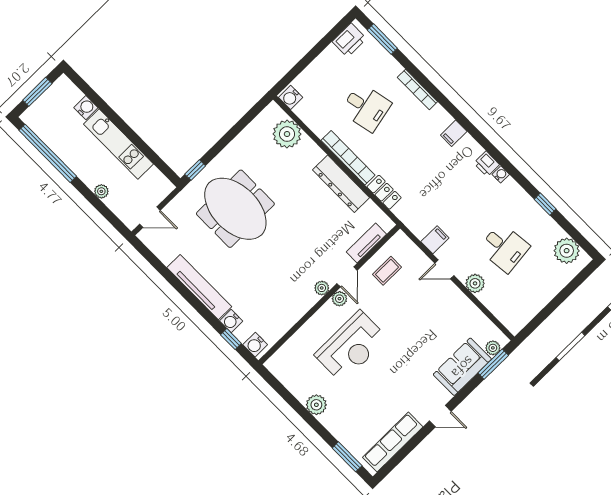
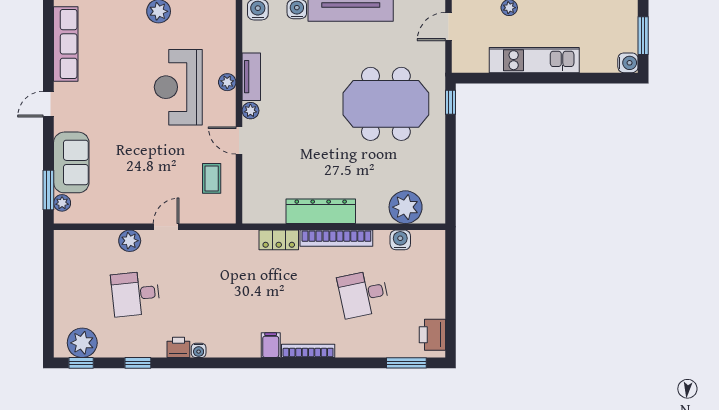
bookcase: (417, 89) -> (308, 351), moved
water cooler: (291, 97) -> (400, 240), moved
water cooler: (86, 108) -> (628, 63), moved, turned -90
printer: (487, 164) -> (178, 347), moved
window: (580, 239) -> (81, 363), added
filing cabinet: (435, 240) -> (198, 243), removed
tv unit: (366, 243) -> (251, 77), moved
plant: (339, 299) -> (227, 82), moved

